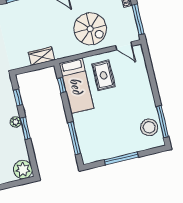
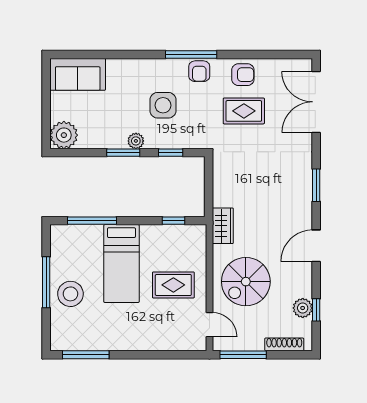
door: (124, 46) -> (210, 325), swing flipped
wardrobe: (41, 56) -> (223, 226), moved
bed: (76, 86) -> (121, 264), moved, turned -90
stool: (149, 127) -> (70, 294), moved

